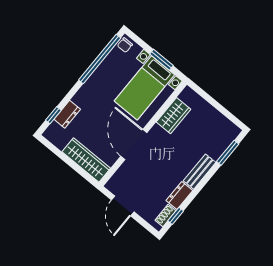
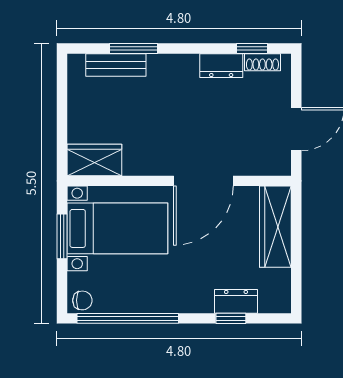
window: (53, 115) -> (231, 318), moved
wardrobe: (173, 116) -> (94, 160), moved
window: (228, 153) -> (133, 48), moved
bench: (200, 172) -> (116, 65), moved

